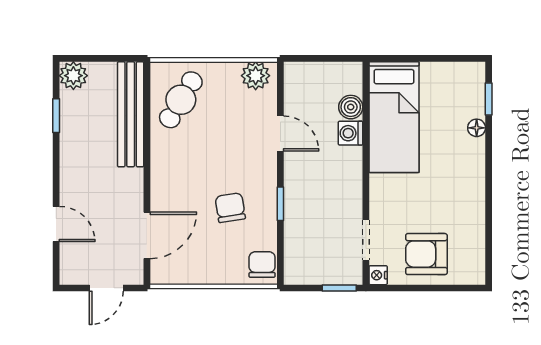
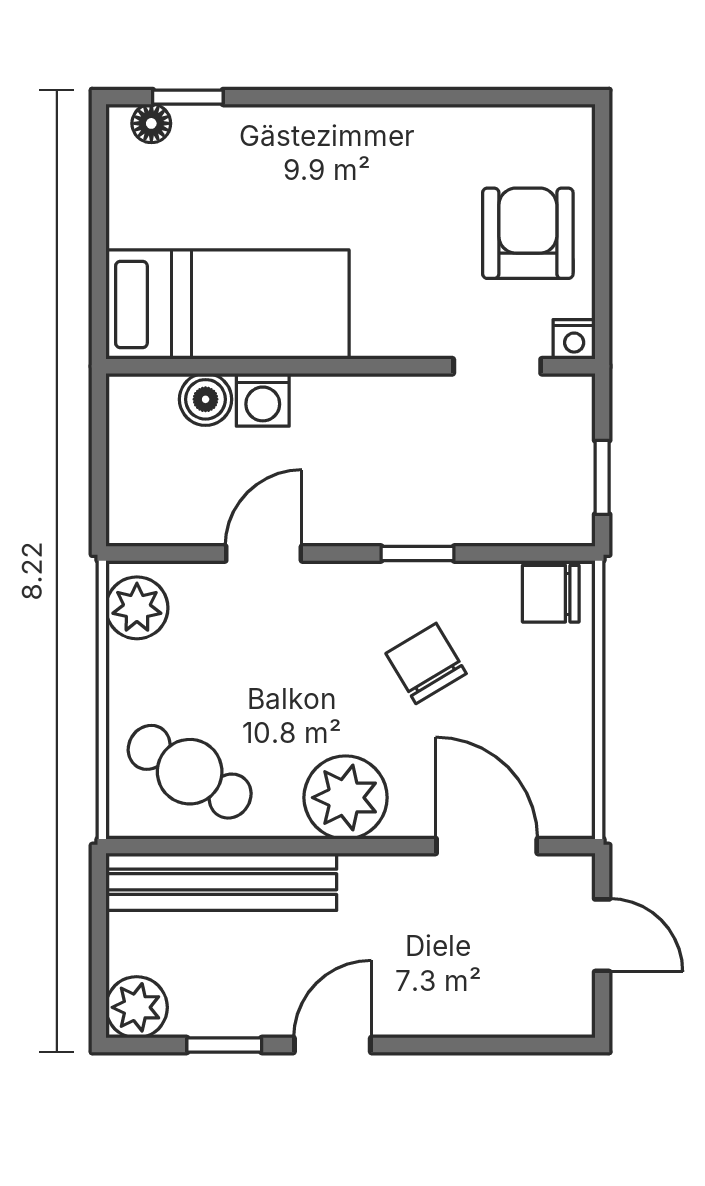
floor lamp: (477, 128) -> (151, 123), moved
plant: (169, 171) -> (346, 798), added
chair: (230, 208) -> (426, 663), turned 68
door: (56, 224) -> (332, 1045), moved
armchair: (426, 254) -> (528, 233), turned 180
window: (339, 288) -> (602, 477), moved

